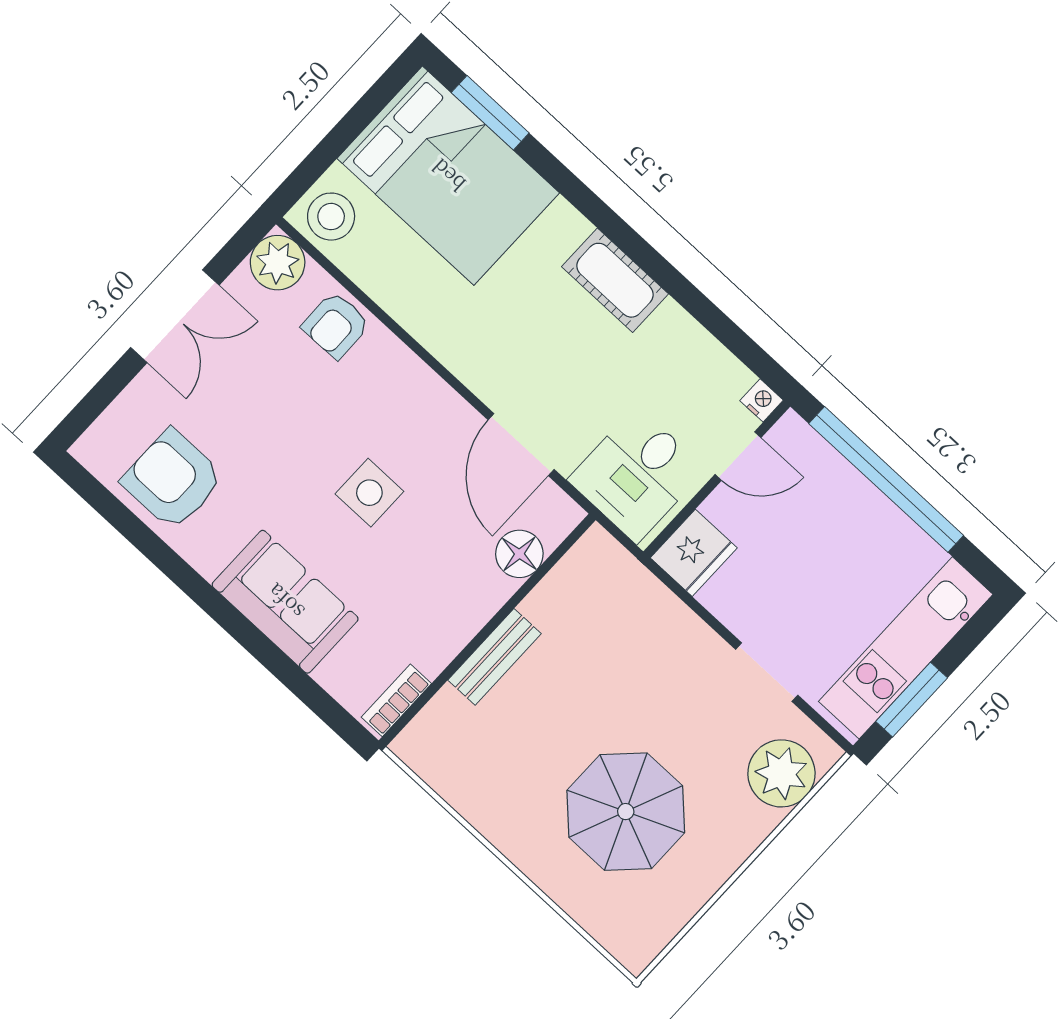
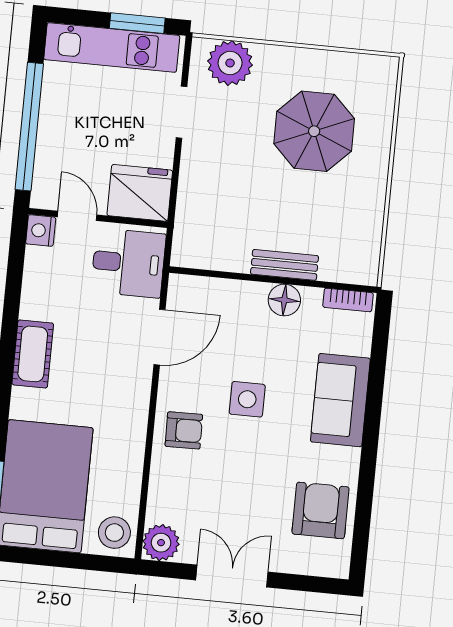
armchair: (336, 325) -> (184, 430), moved
nightstand: (762, 400) -> (41, 230), width x1.39, depth x1.35
armchair: (173, 480) -> (321, 510), turned 180
fridge: (694, 553) -> (140, 193), width x1.36, depth x1.34
floor lamp: (519, 554) -> (284, 300), moved

